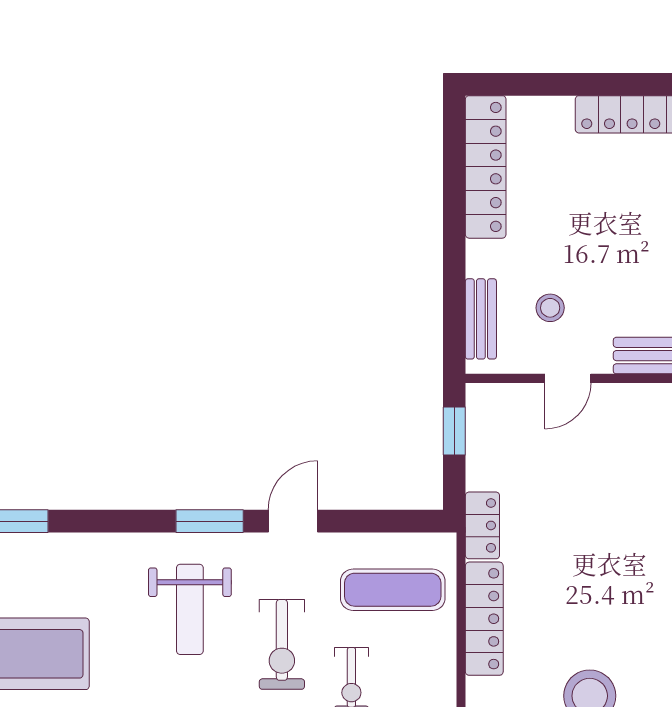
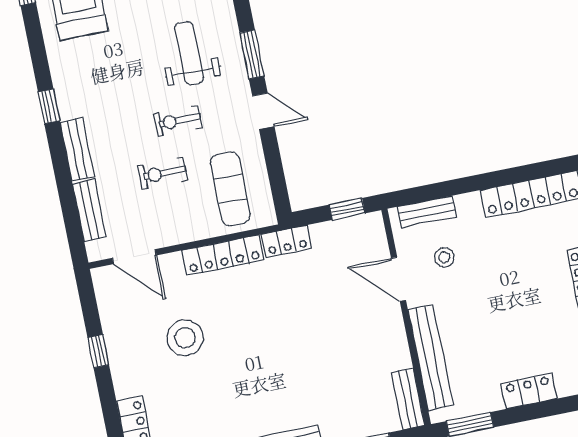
door: (568, 378) -> (398, 279), width x1.38
weight bench: (190, 609) -> (189, 53), turned 90
exercise bike: (282, 644) -> (178, 121), width x0.73, depth x0.72

